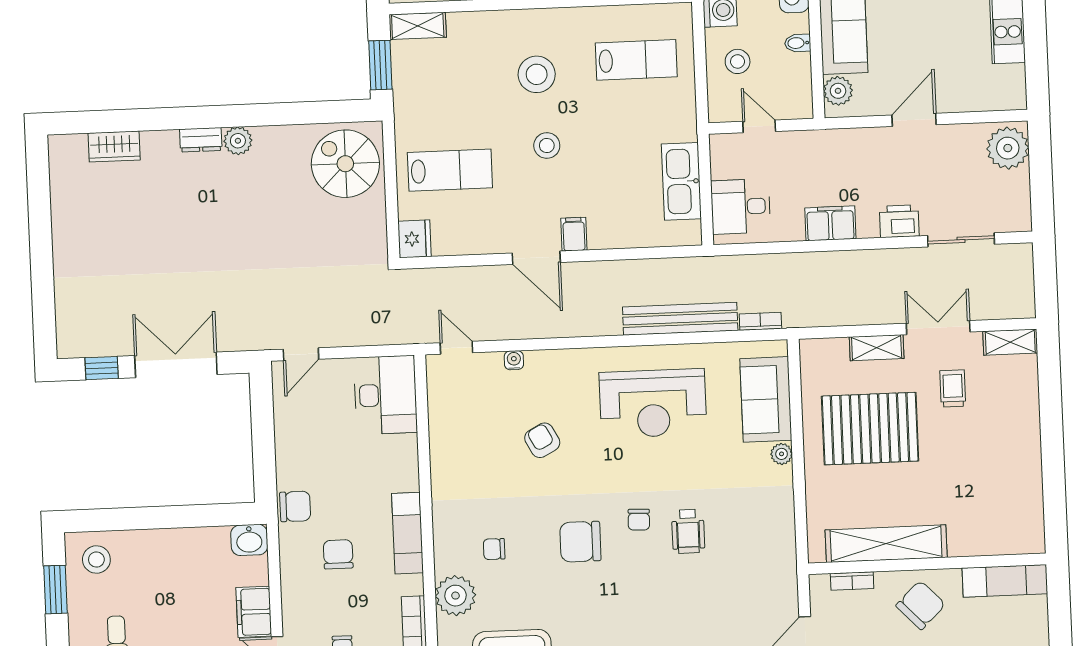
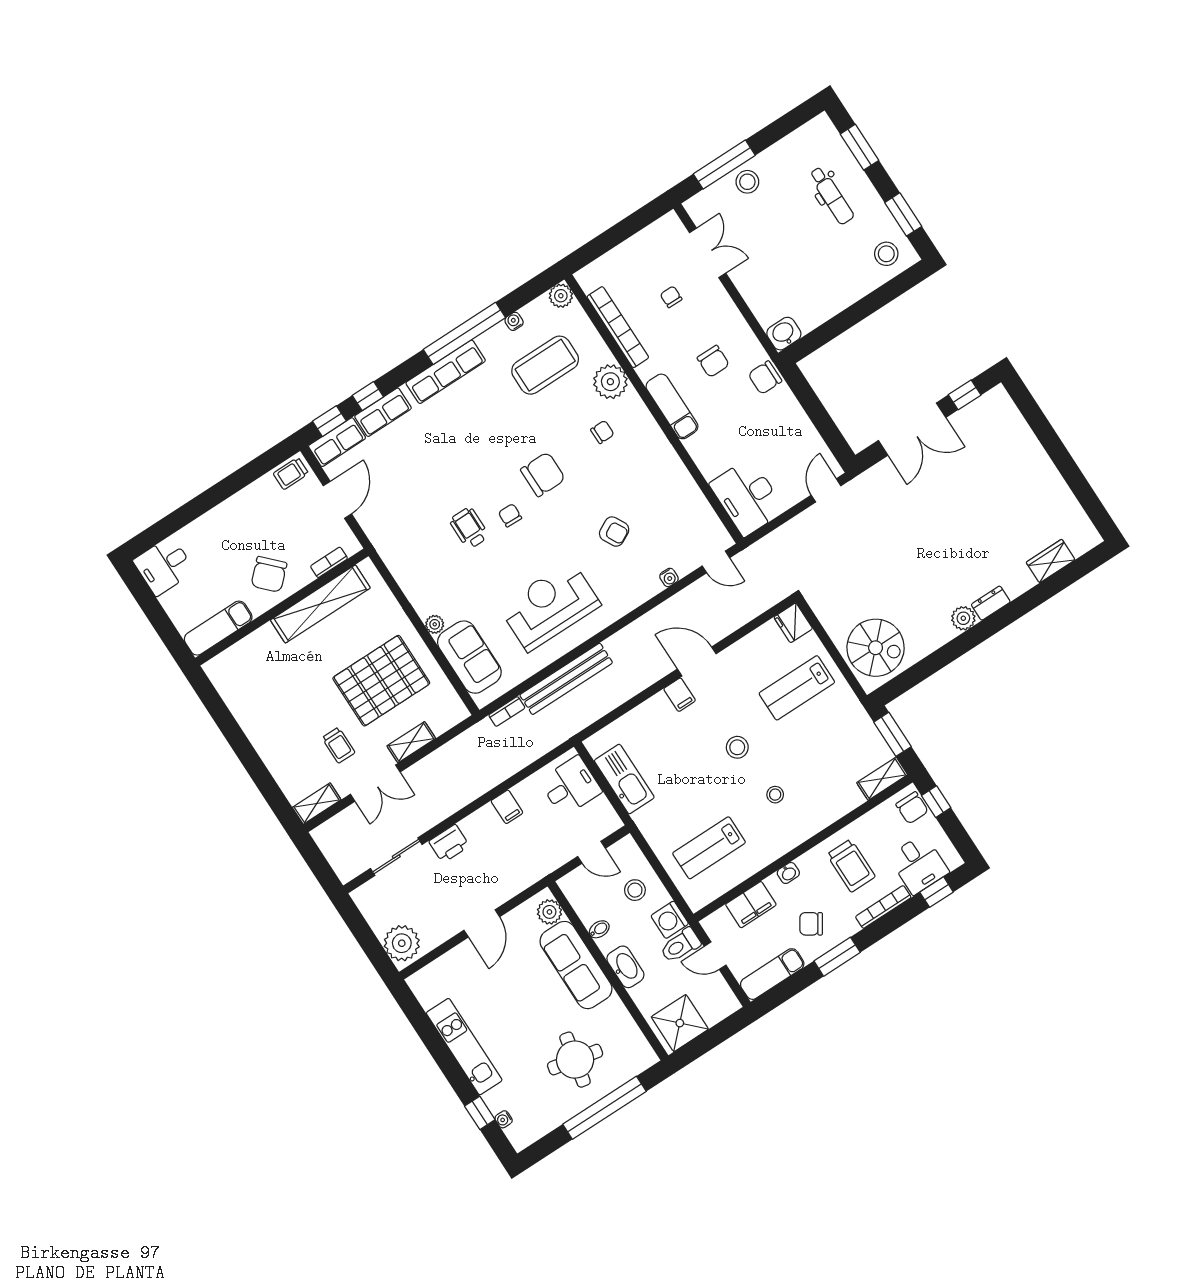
stool: (537, 74) -> (775, 795), width x0.53, depth x0.53
filing cabinet: (830, 223) -> (507, 807), width x0.50
filing cabinet: (254, 612) -> (750, 283), removed

